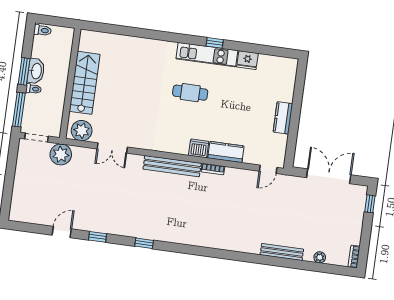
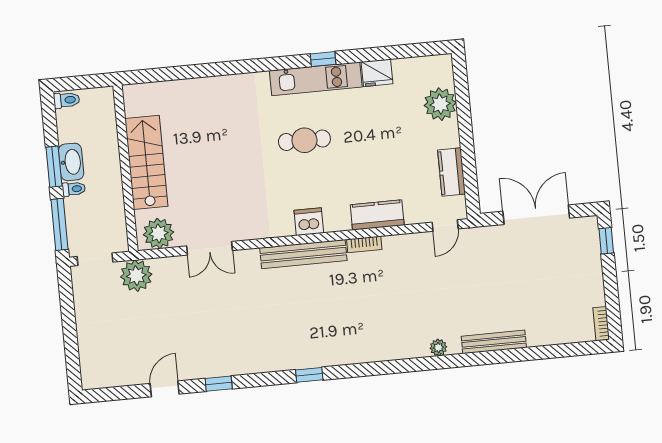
plant: (284, 90) -> (440, 104), added
kitchen counter: (283, 118) -> (452, 172), moved
dishwasher: (199, 148) -> (309, 222), moved
window: (144, 243) -> (309, 375), moved
plant: (320, 257) -> (438, 348), moved

